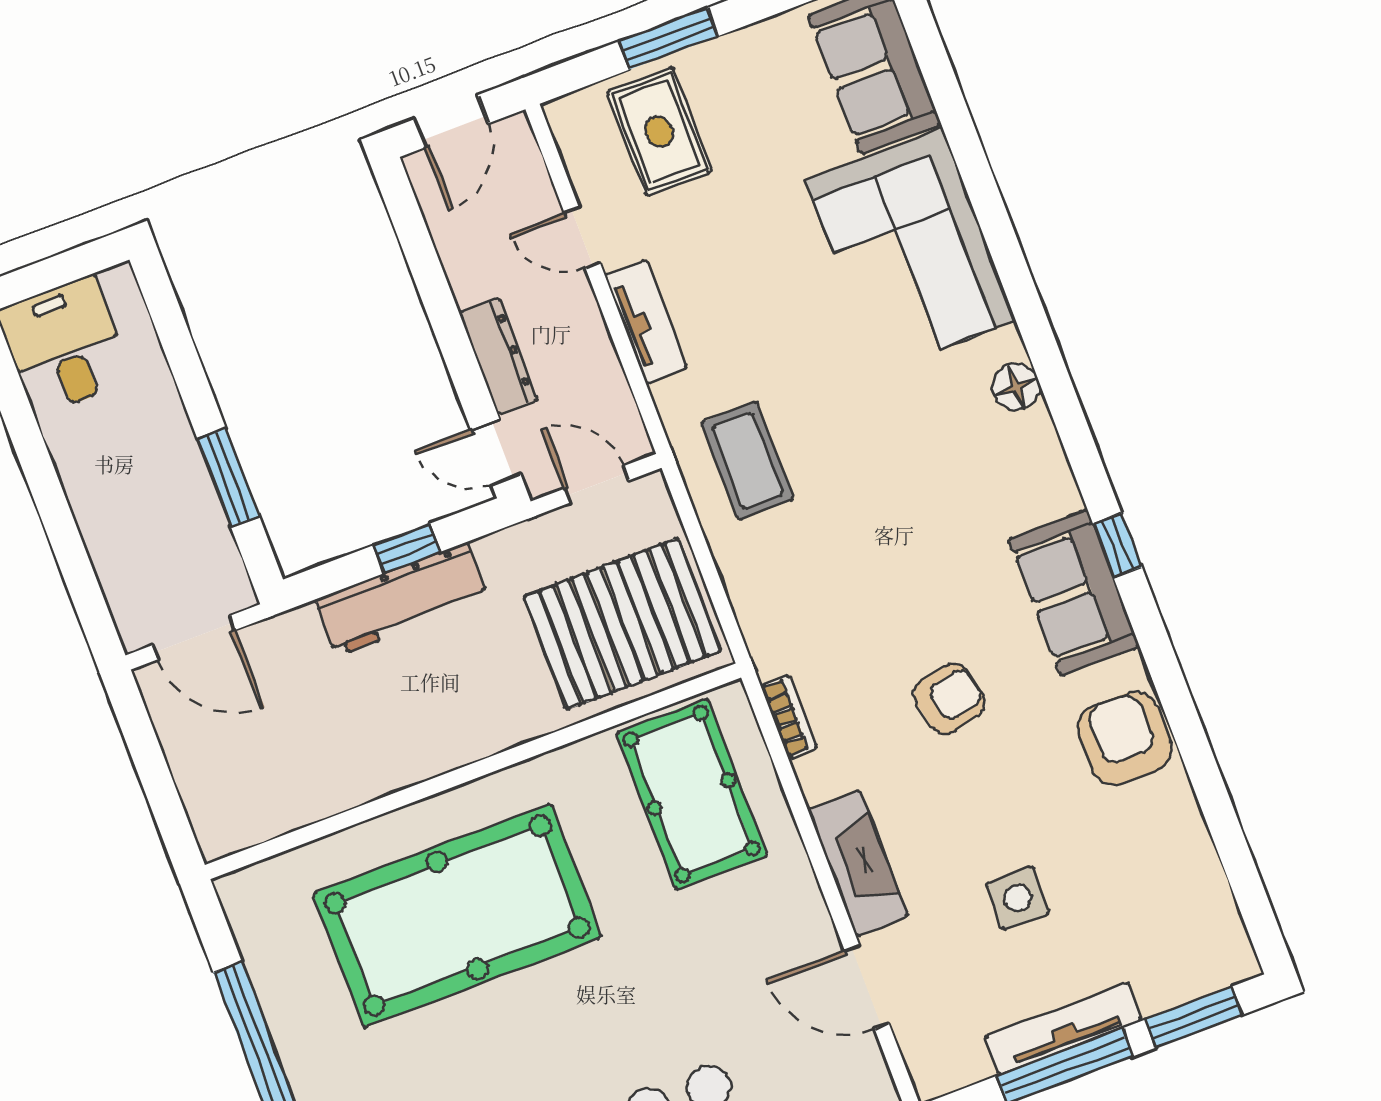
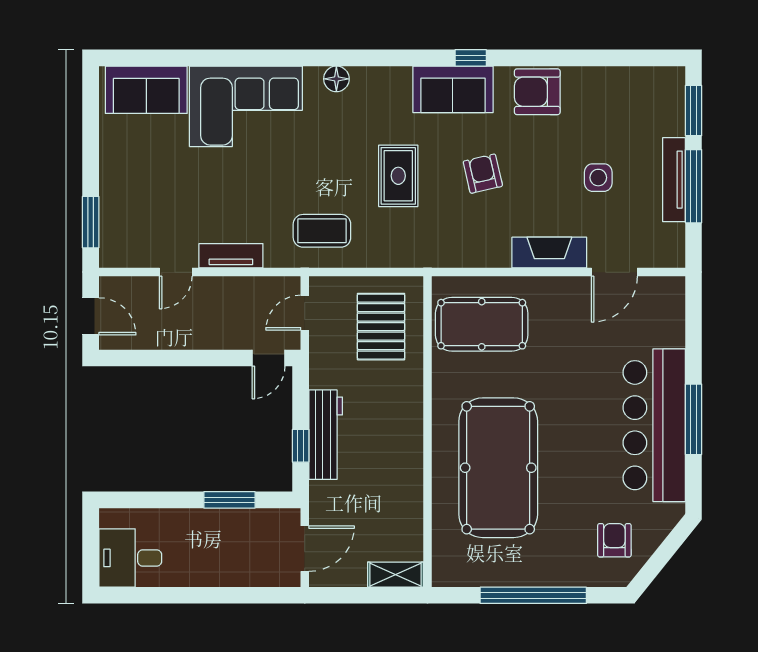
window: (669, 39) -> (91, 222), moved
rug: (659, 131) -> (398, 176), moved, turned 90
dresser: (498, 356) -> (220, 338), removed
window: (1117, 545) -> (471, 58), moved
window: (407, 549) -> (301, 446), moved
pallet: (622, 624) -> (381, 327), width x0.73, depth x0.71
bookcase: (789, 716) -> (461, 259), removed
shelving: (208, 809) -> (396, 575), added

